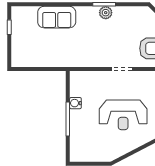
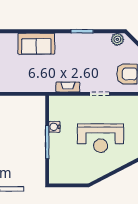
plant: (106, 13) -> (117, 39), moved
fireplace: (89, 62) -> (68, 87), added

